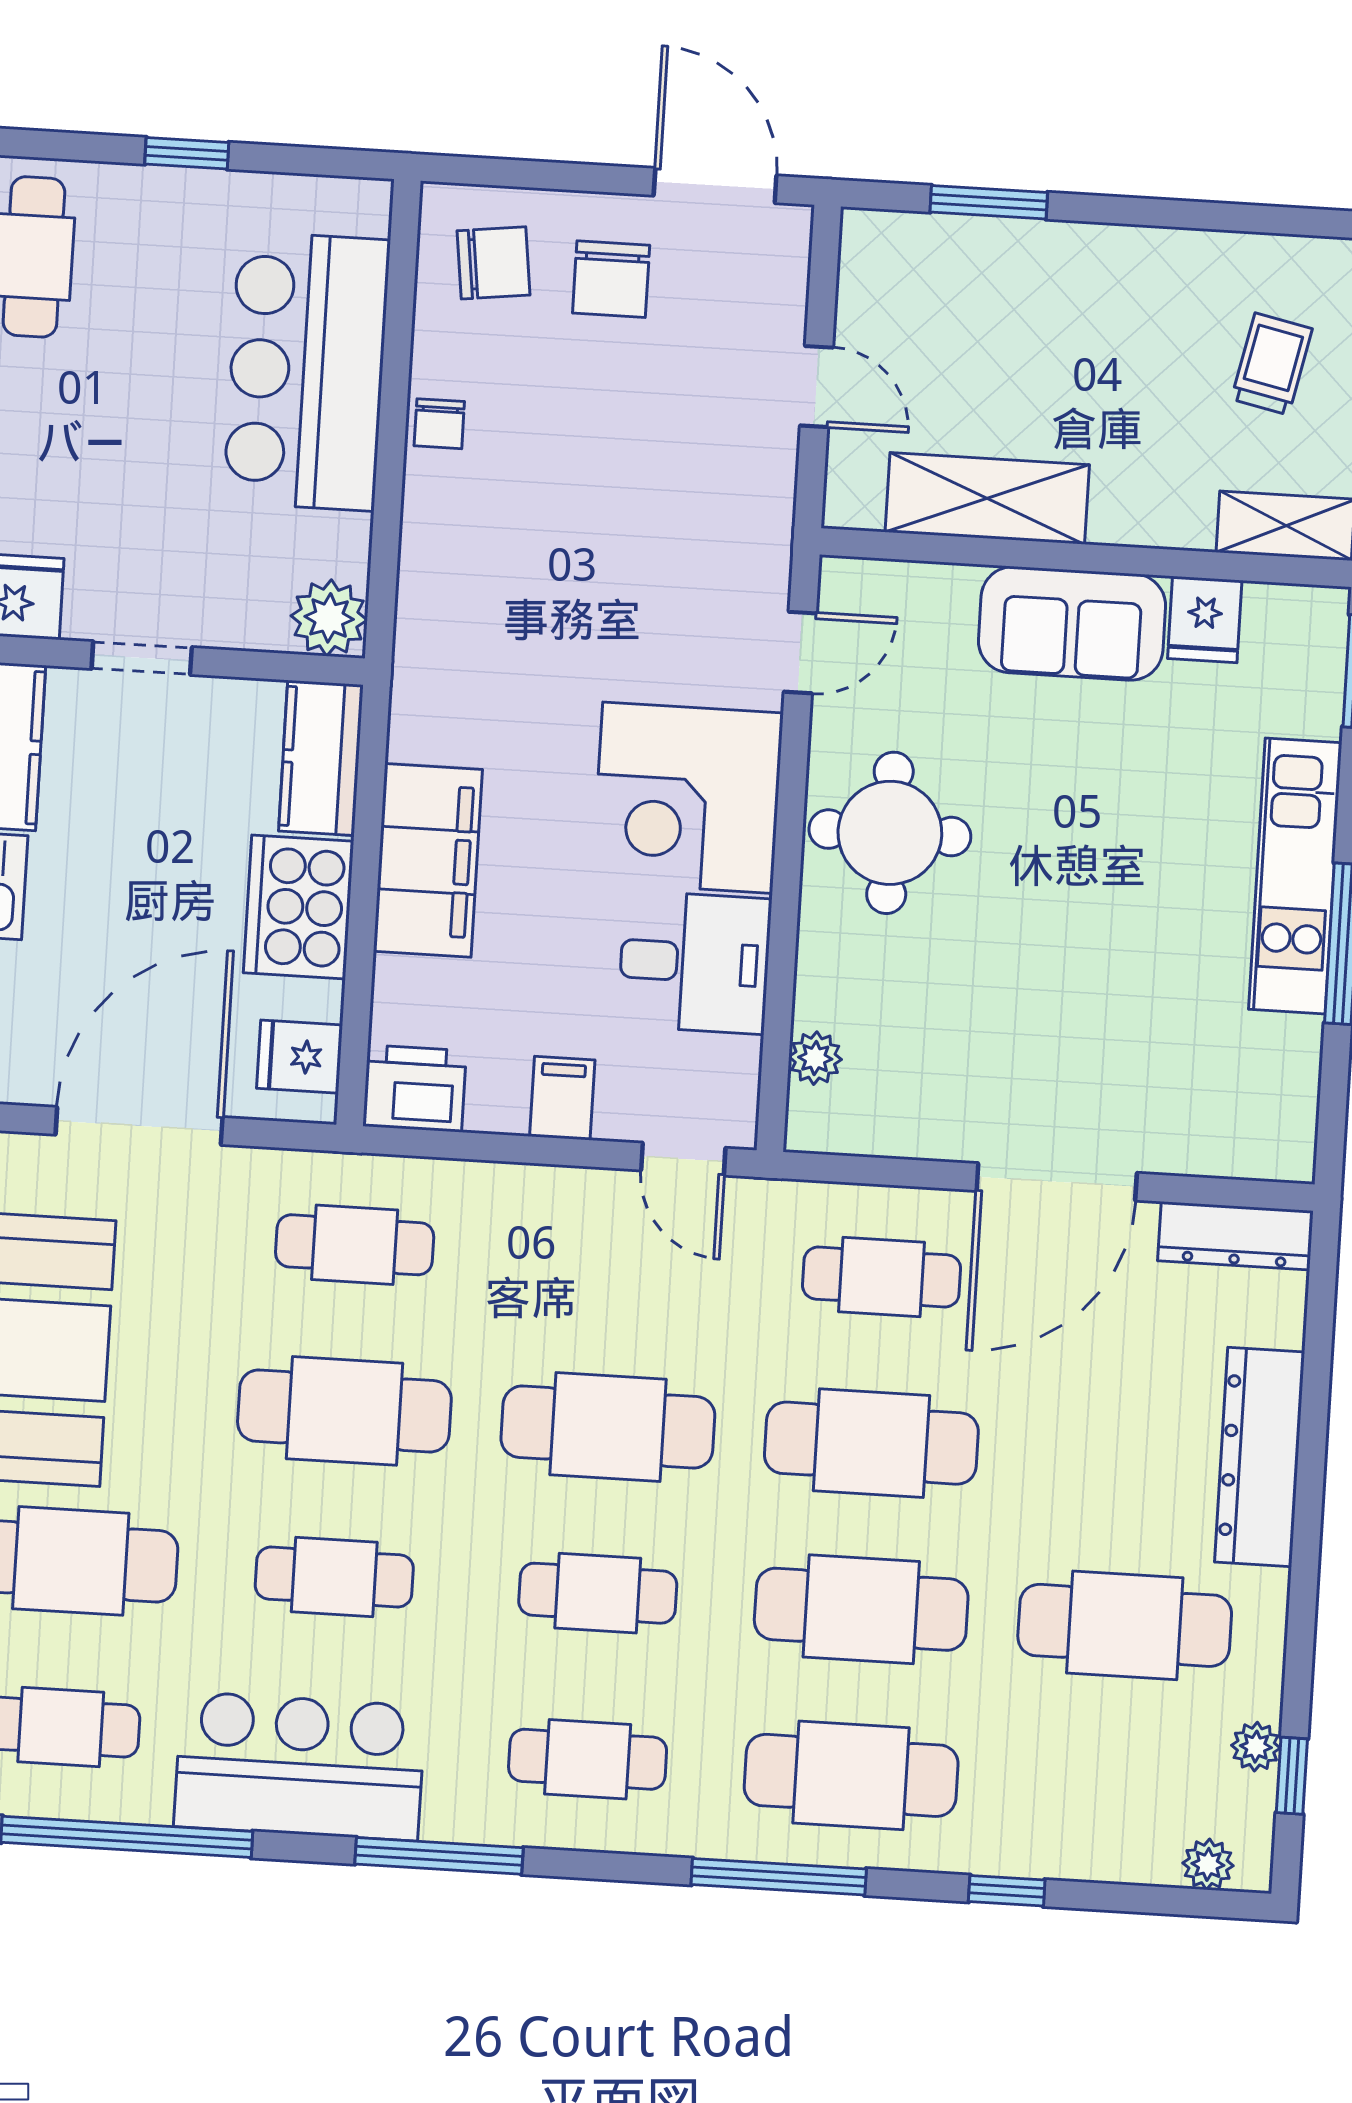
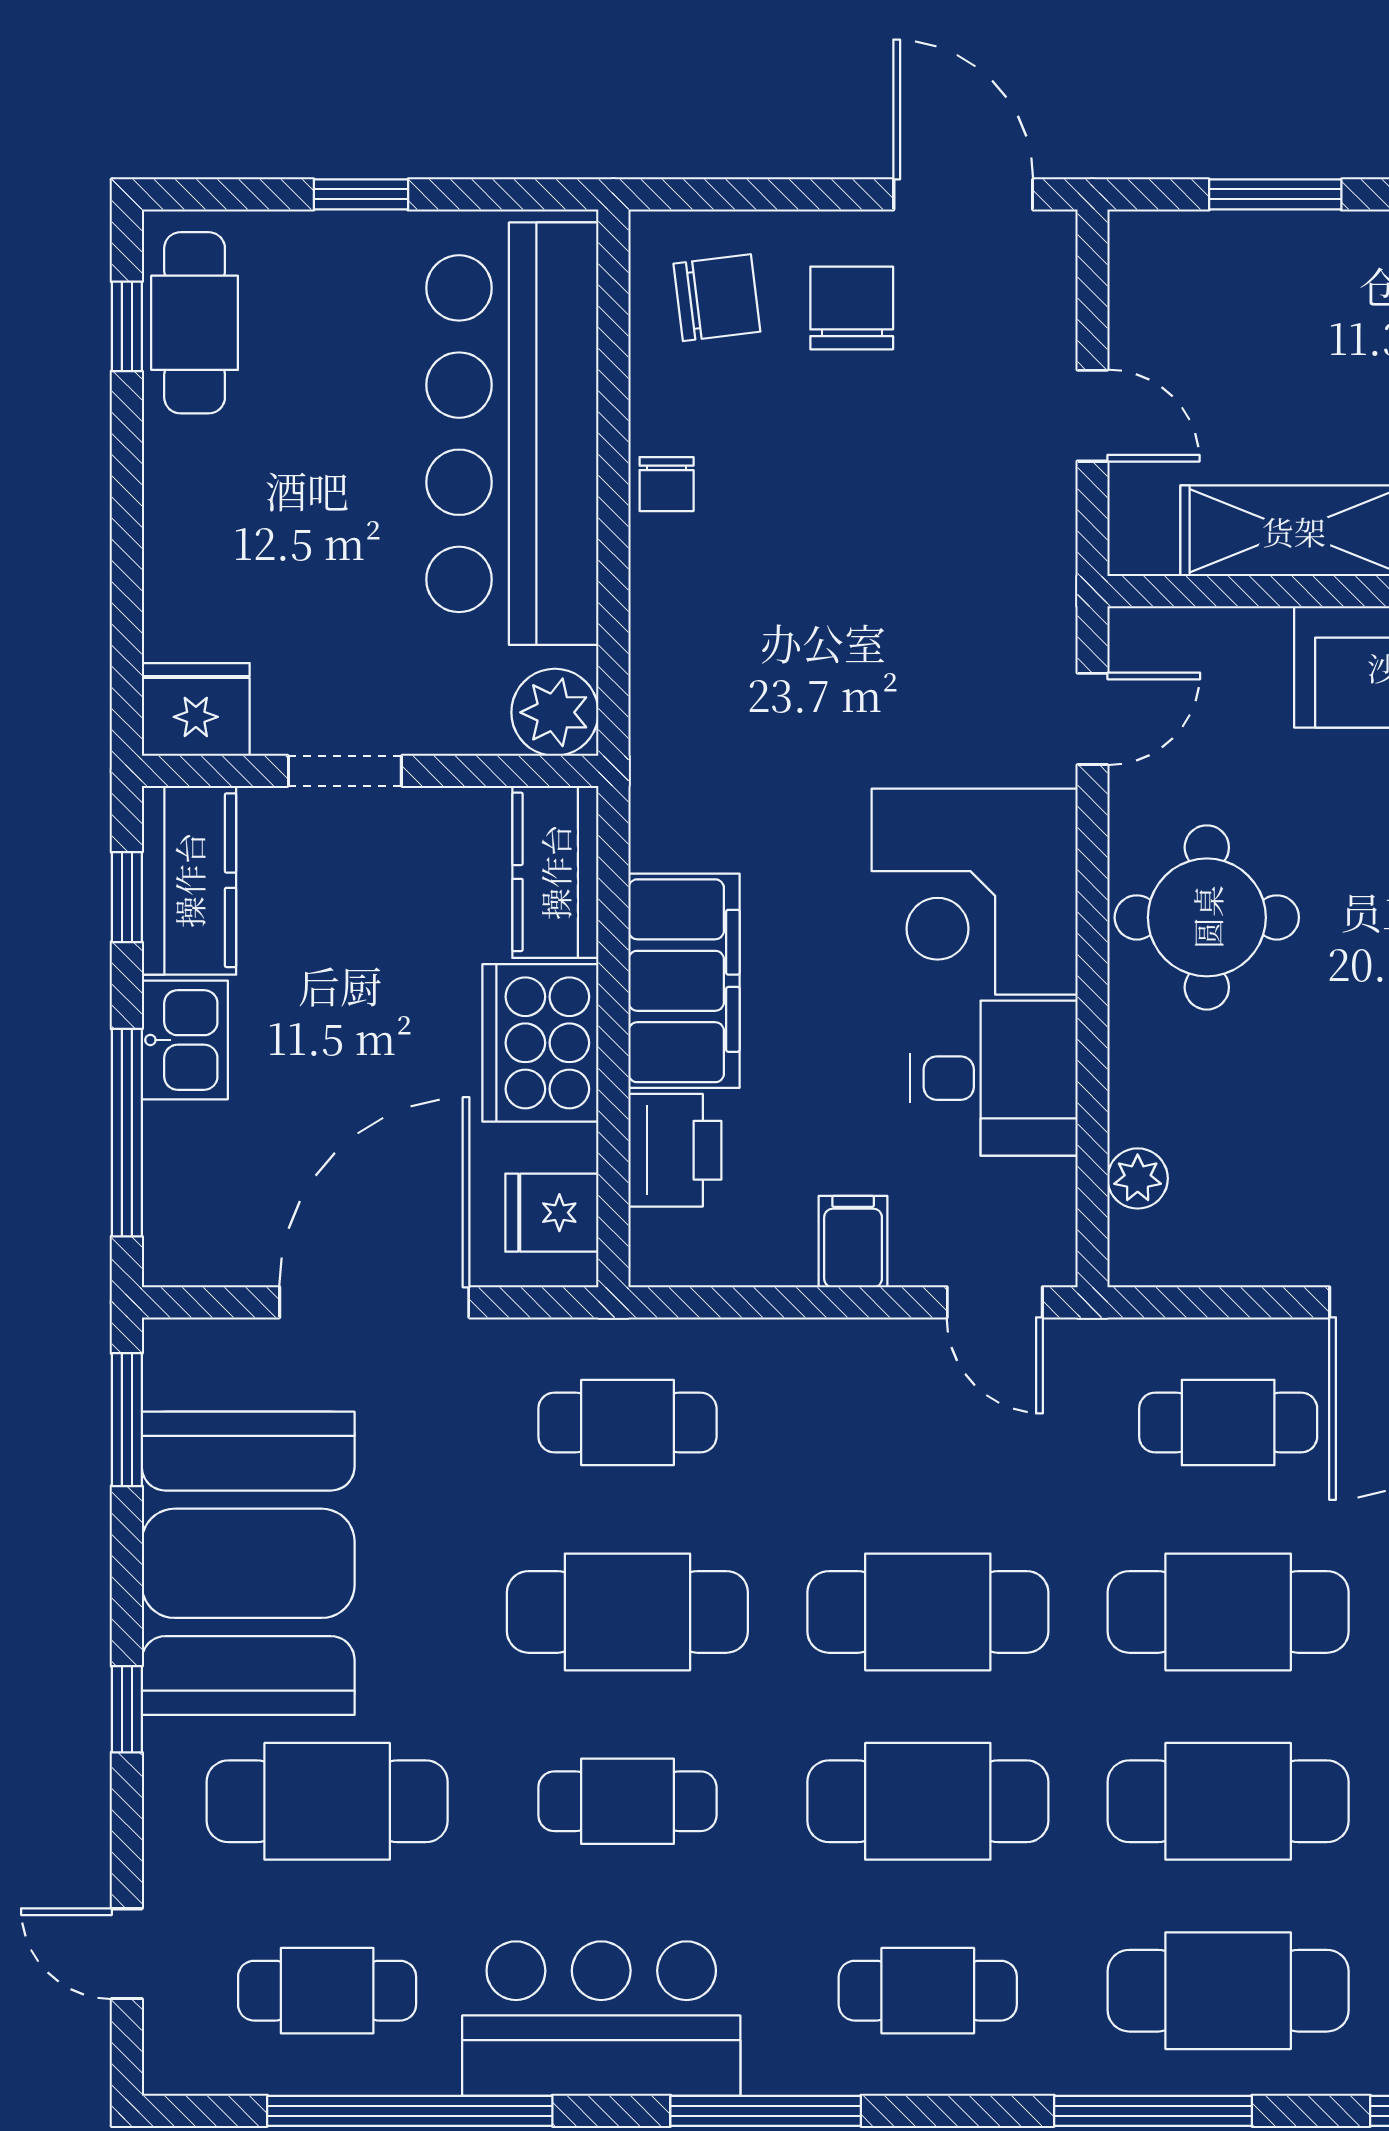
chair: (611, 279) -> (852, 308), turned 180
bar counter: (307, 371) -> (512, 434), width x1.36
printer: (415, 1088) -> (675, 1150), moved, turned 90
cafe table: (598, 1593) -> (928, 1801), width x1.37, depth x1.35

